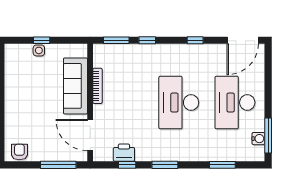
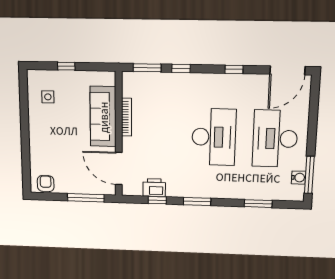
side table: (39, 50) -> (48, 97), moved
desk: (179, 103) -> (214, 137), turned 180

